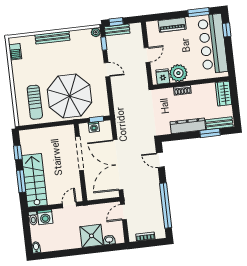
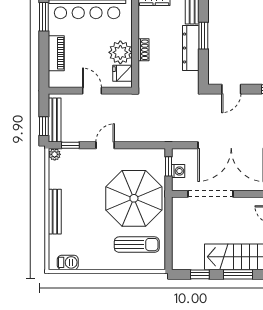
bench: (117, 30) -> (55, 120), width x1.36
window: (210, 133) -> (203, 36), moved

